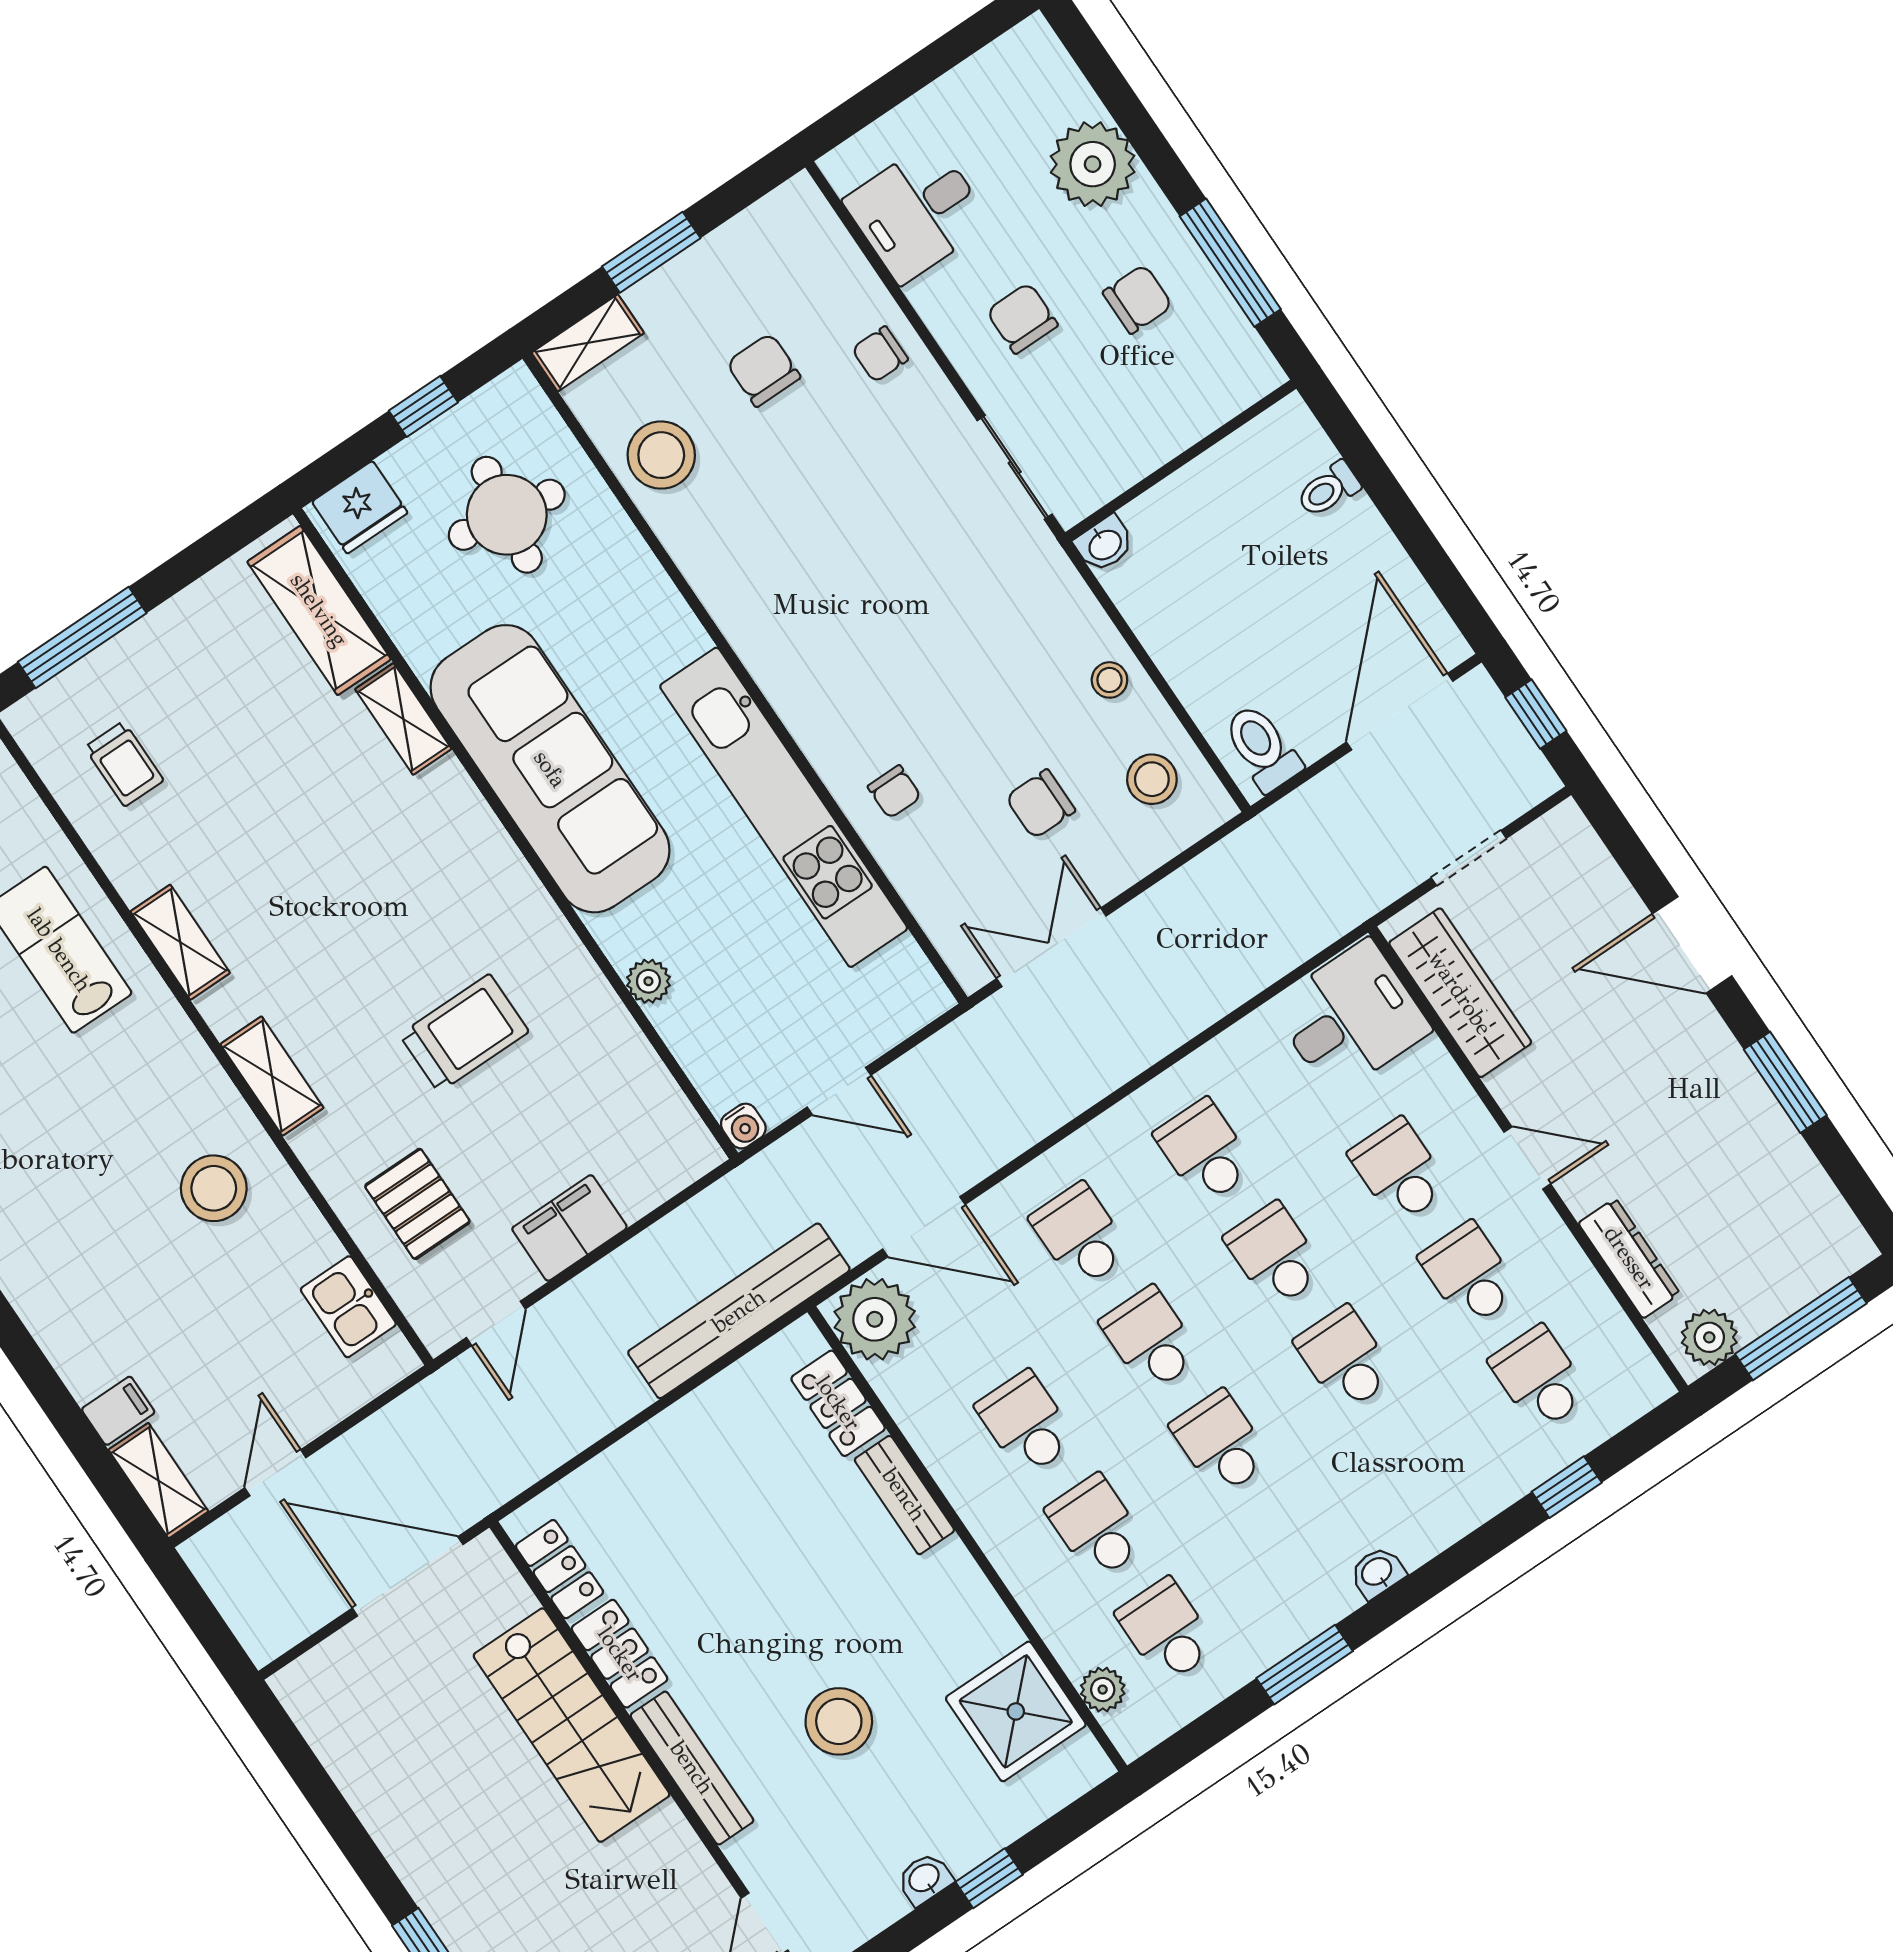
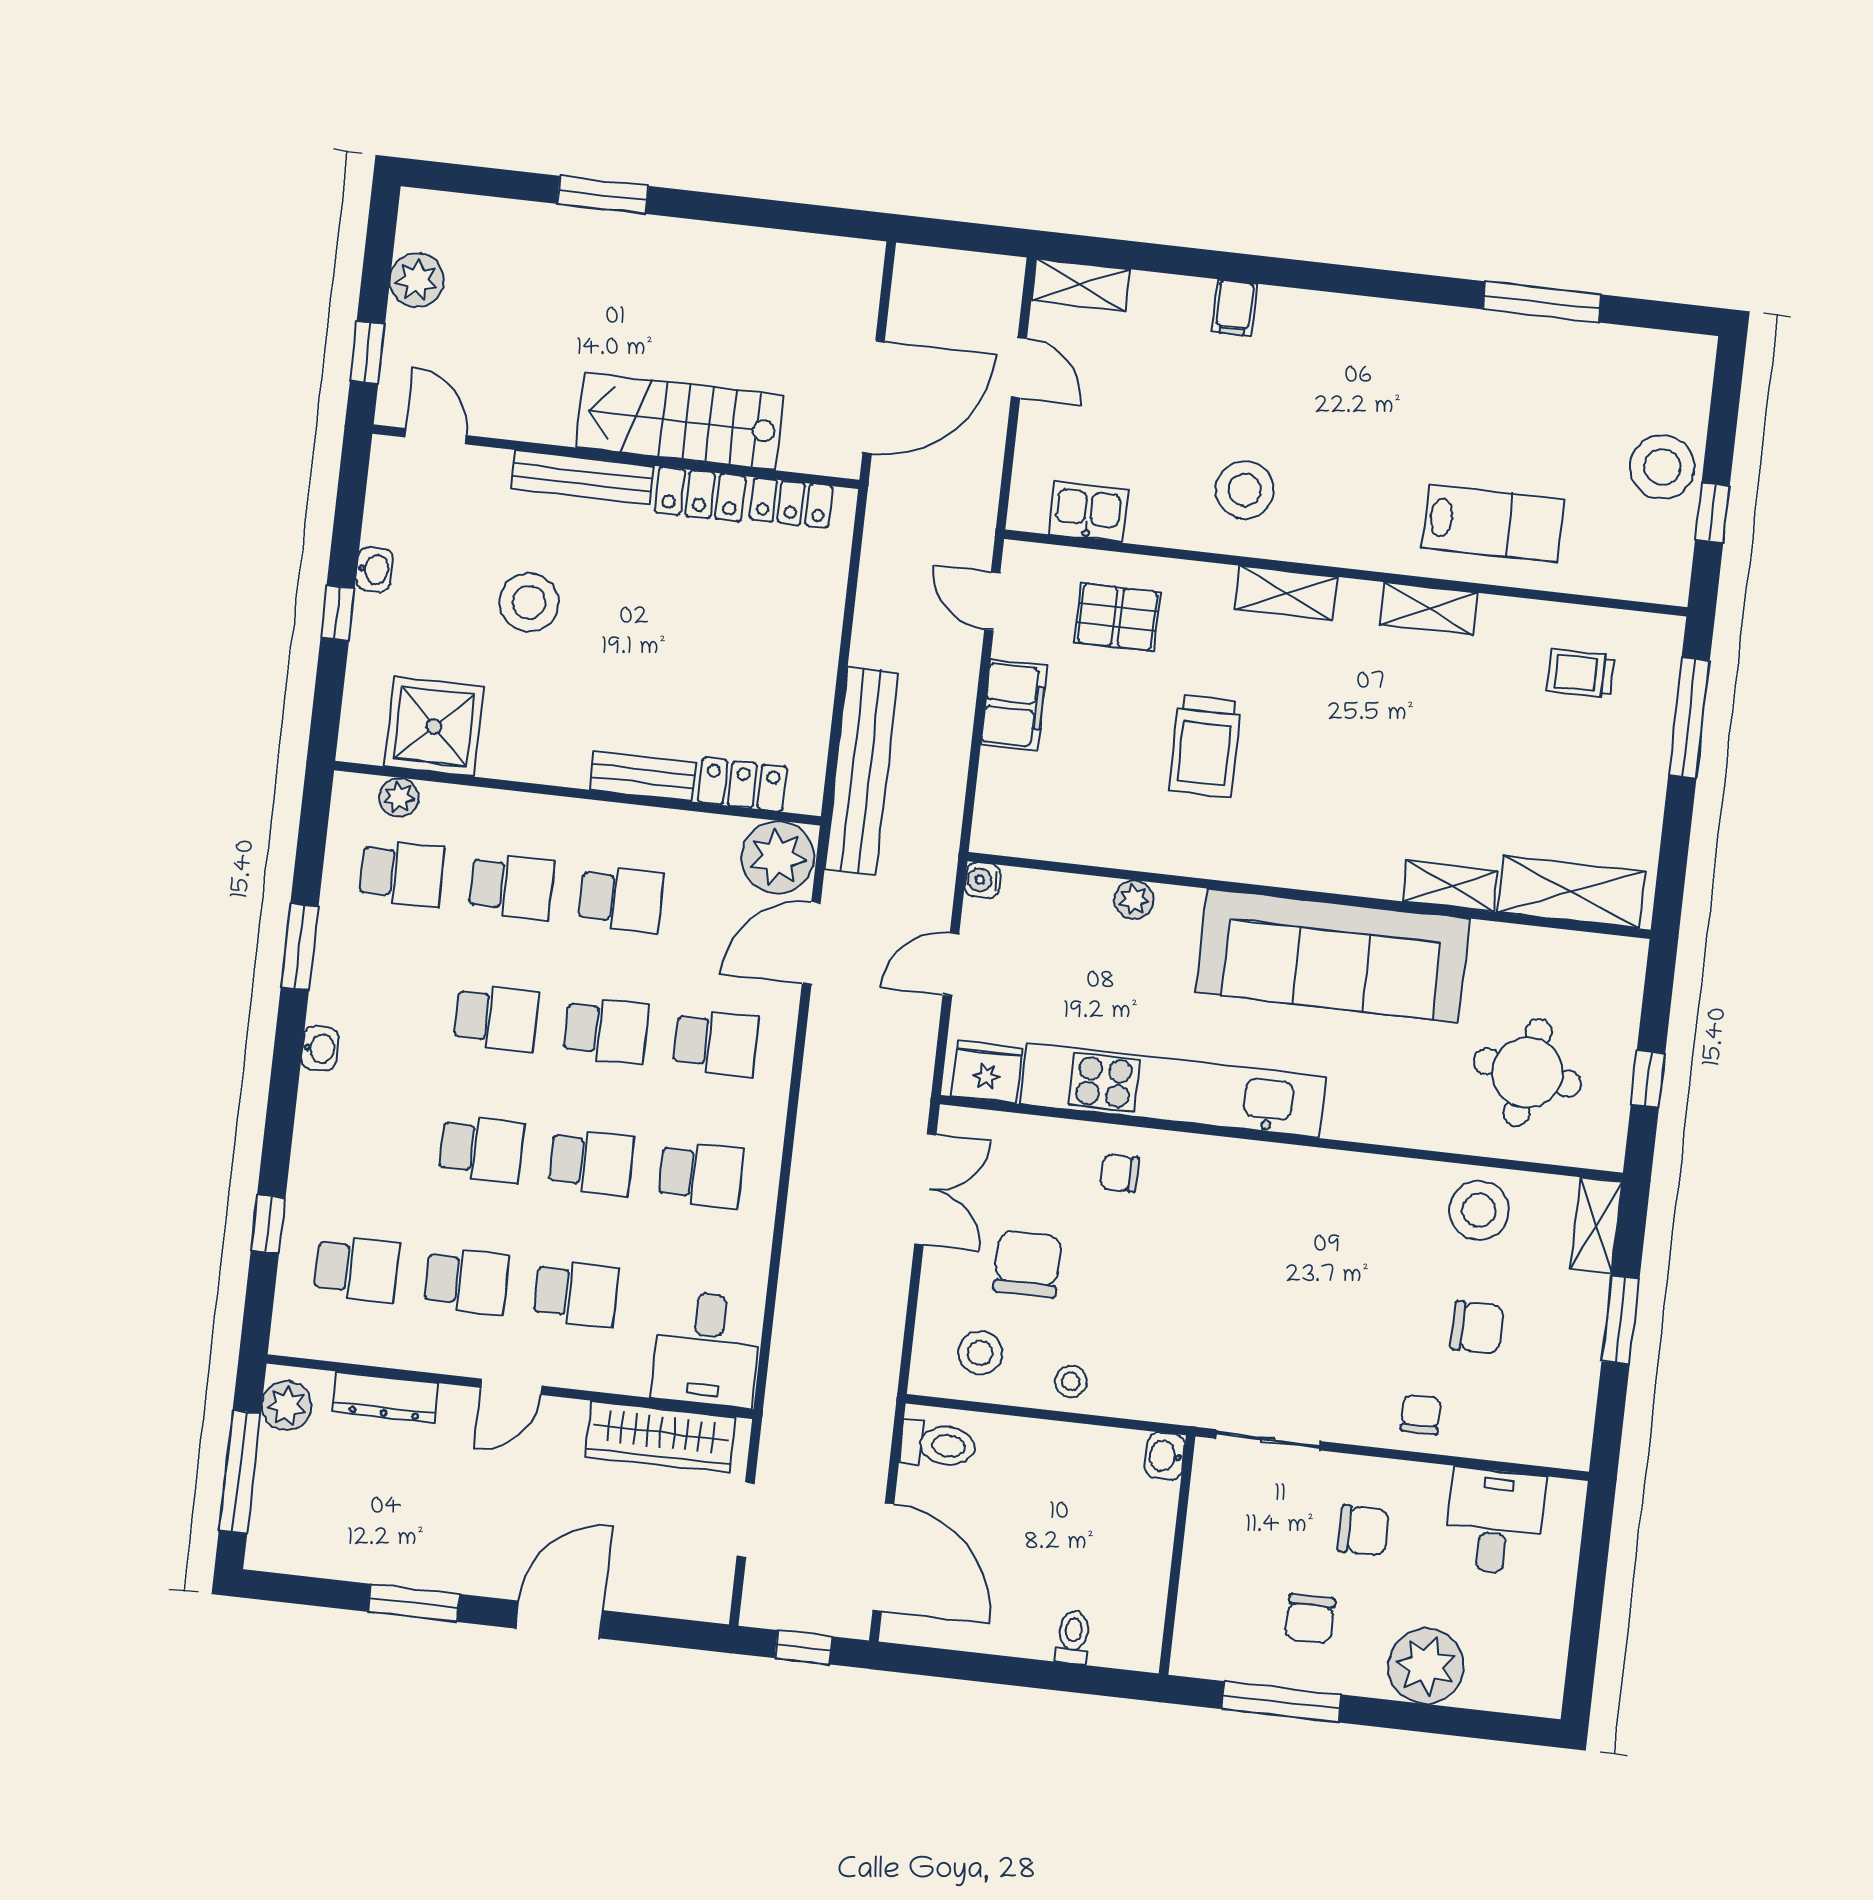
fridge: (360, 507) -> (987, 1072), moved, turned 90
chair: (1040, 804) -> (1028, 1264), width x1.37, depth x1.37
filing cabinet: (118, 1411) -> (1235, 308), moved

